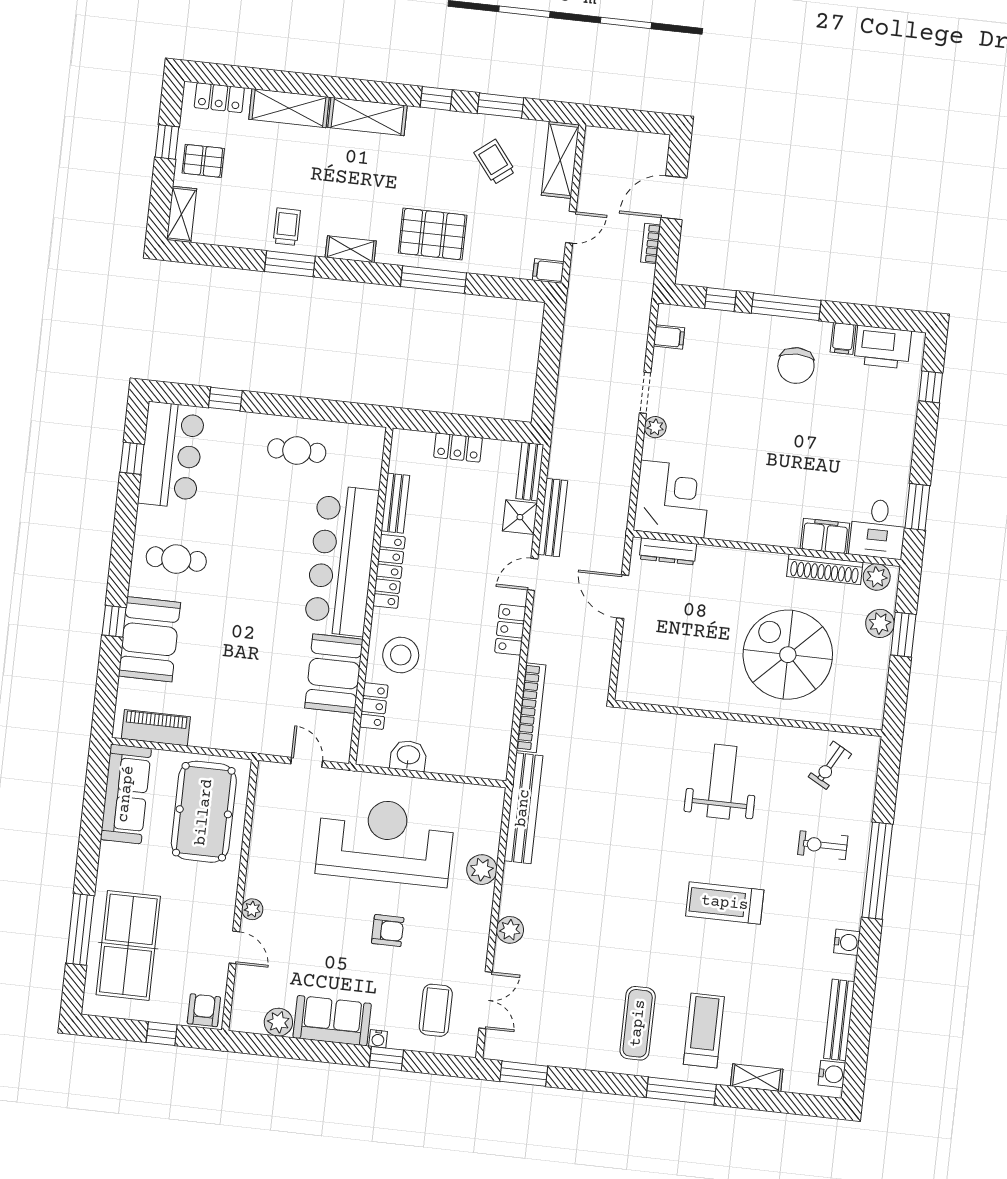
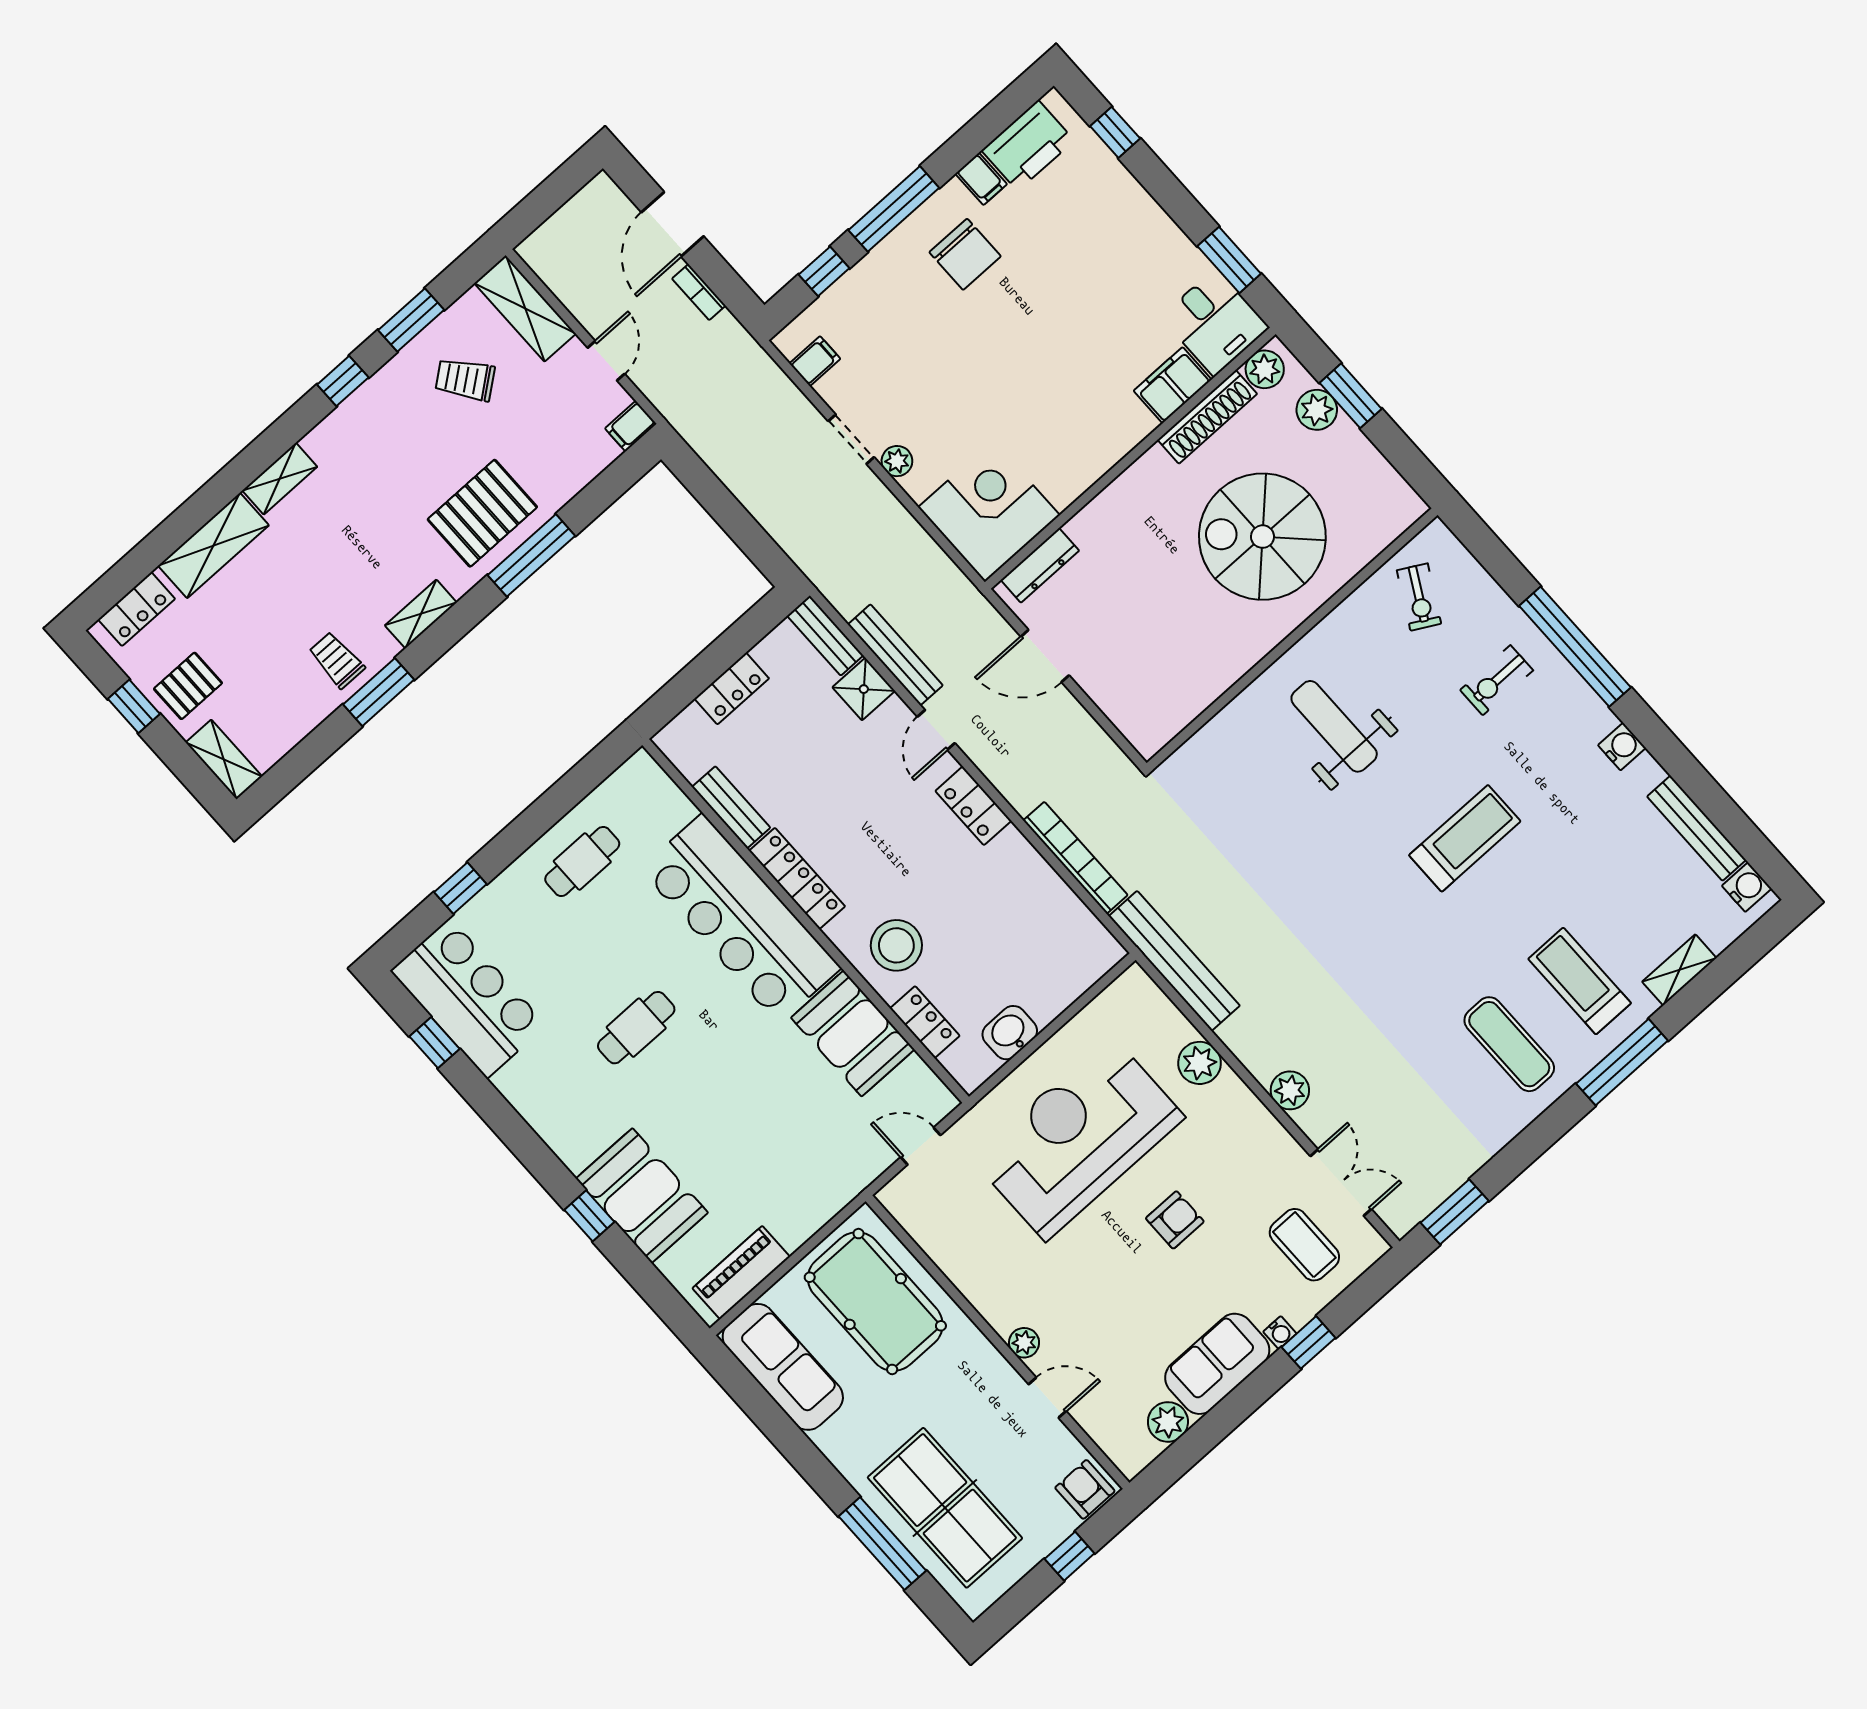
shelving: (368, 117) -> (280, 479), width x0.67, depth x0.75
cafe table: (176, 559) -> (636, 1028), moved
treadmill: (725, 903) -> (1465, 838), turned 180

